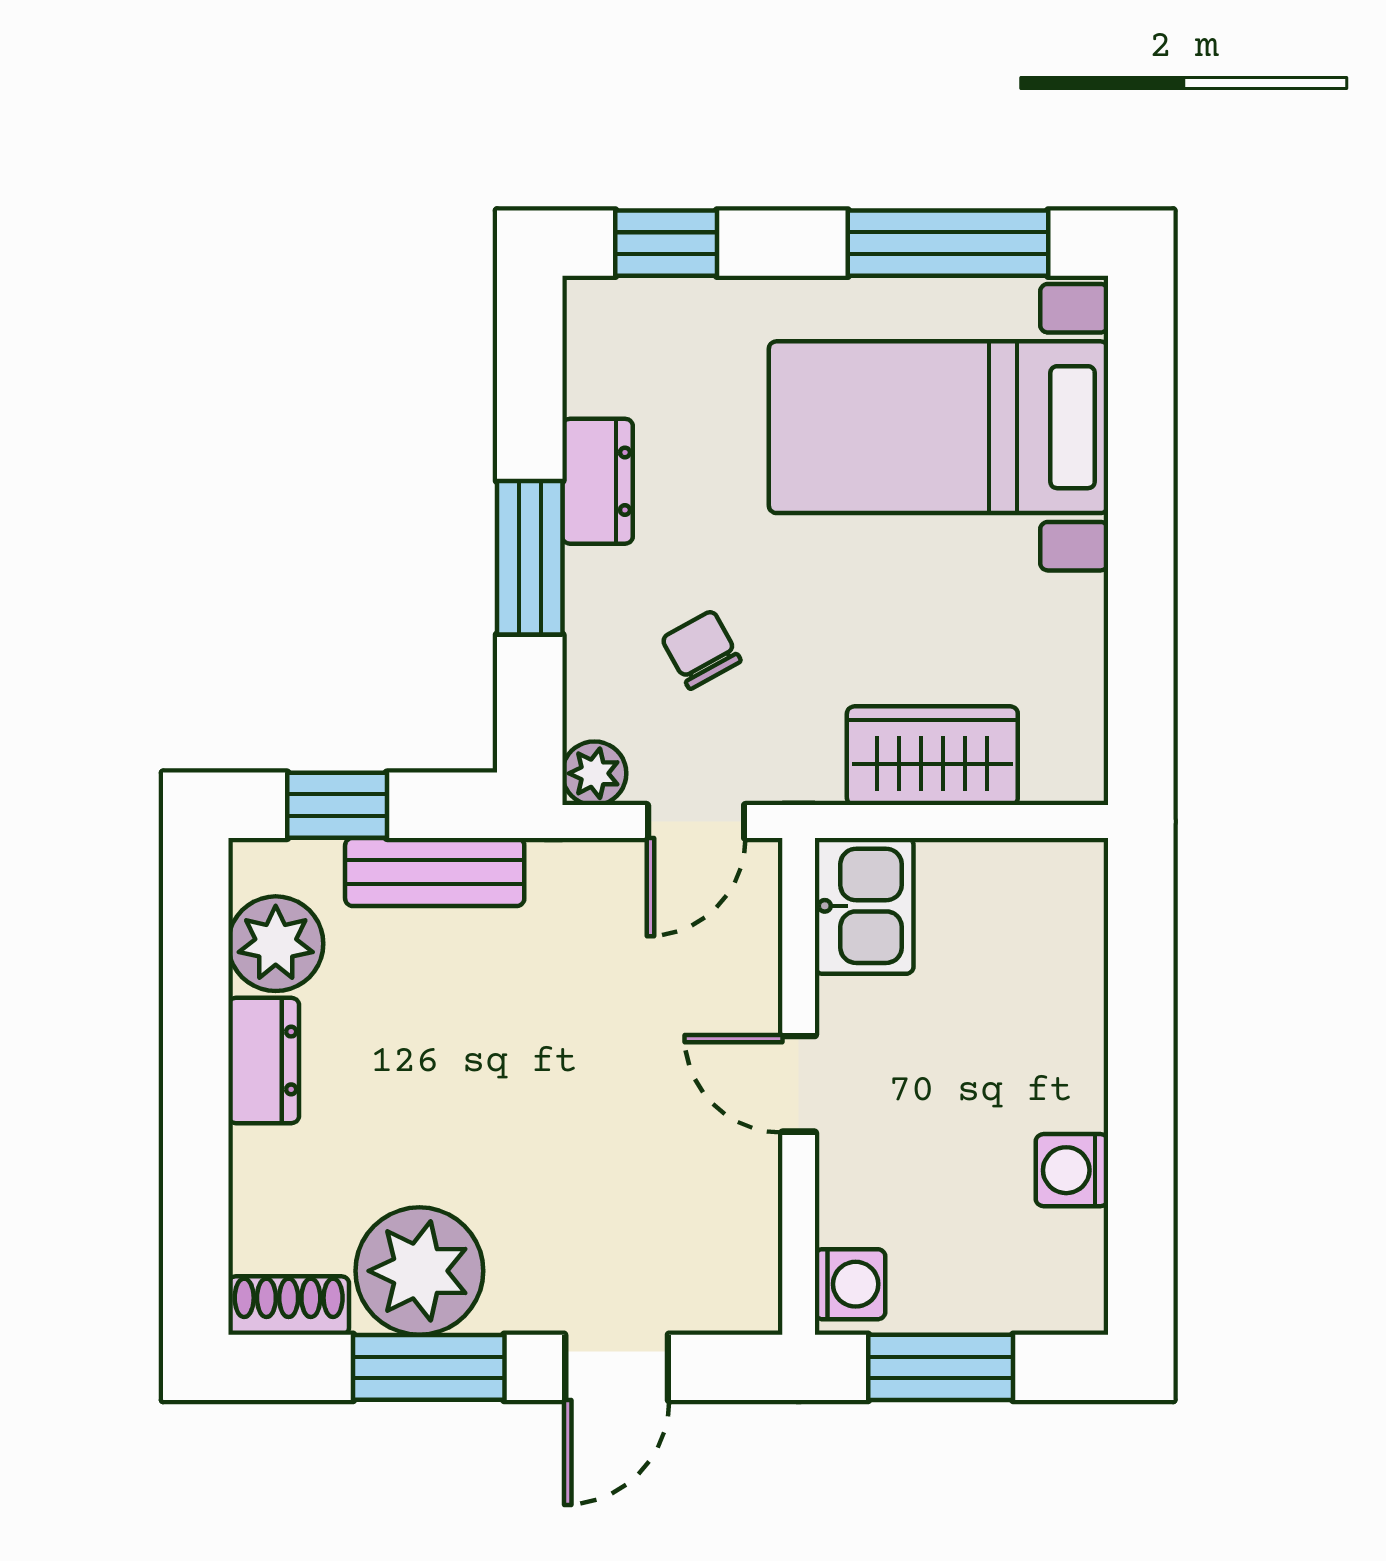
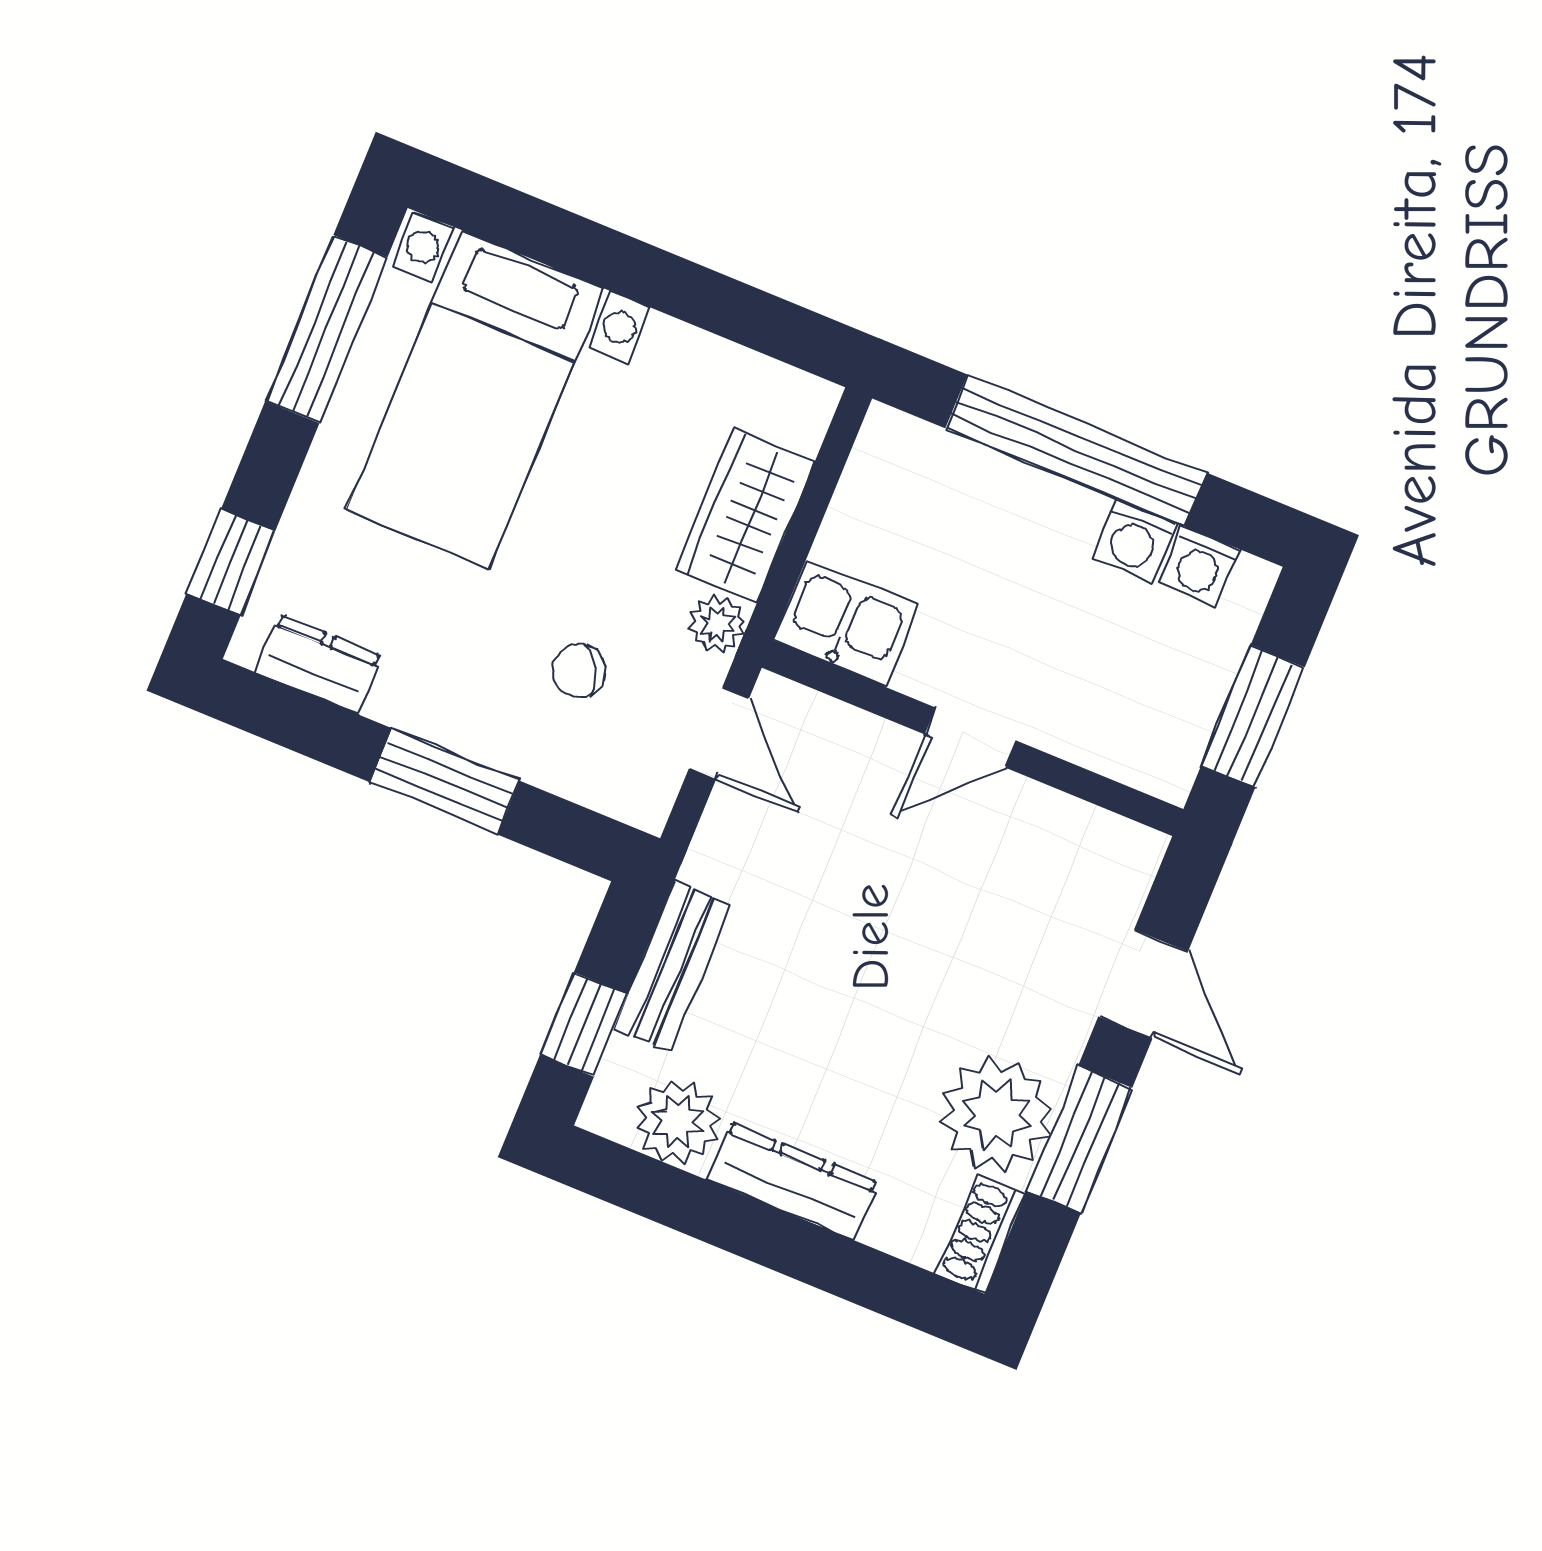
dresser: (597, 481) -> (319, 664), moved
plant: (594, 773) -> (717, 624), moved
dresser: (264, 1060) -> (793, 1181), width x1.44
window: (1141, 1071) -> (1076, 451), added
washing machine: (850, 1284) -> (1199, 566), moved, turned 180

